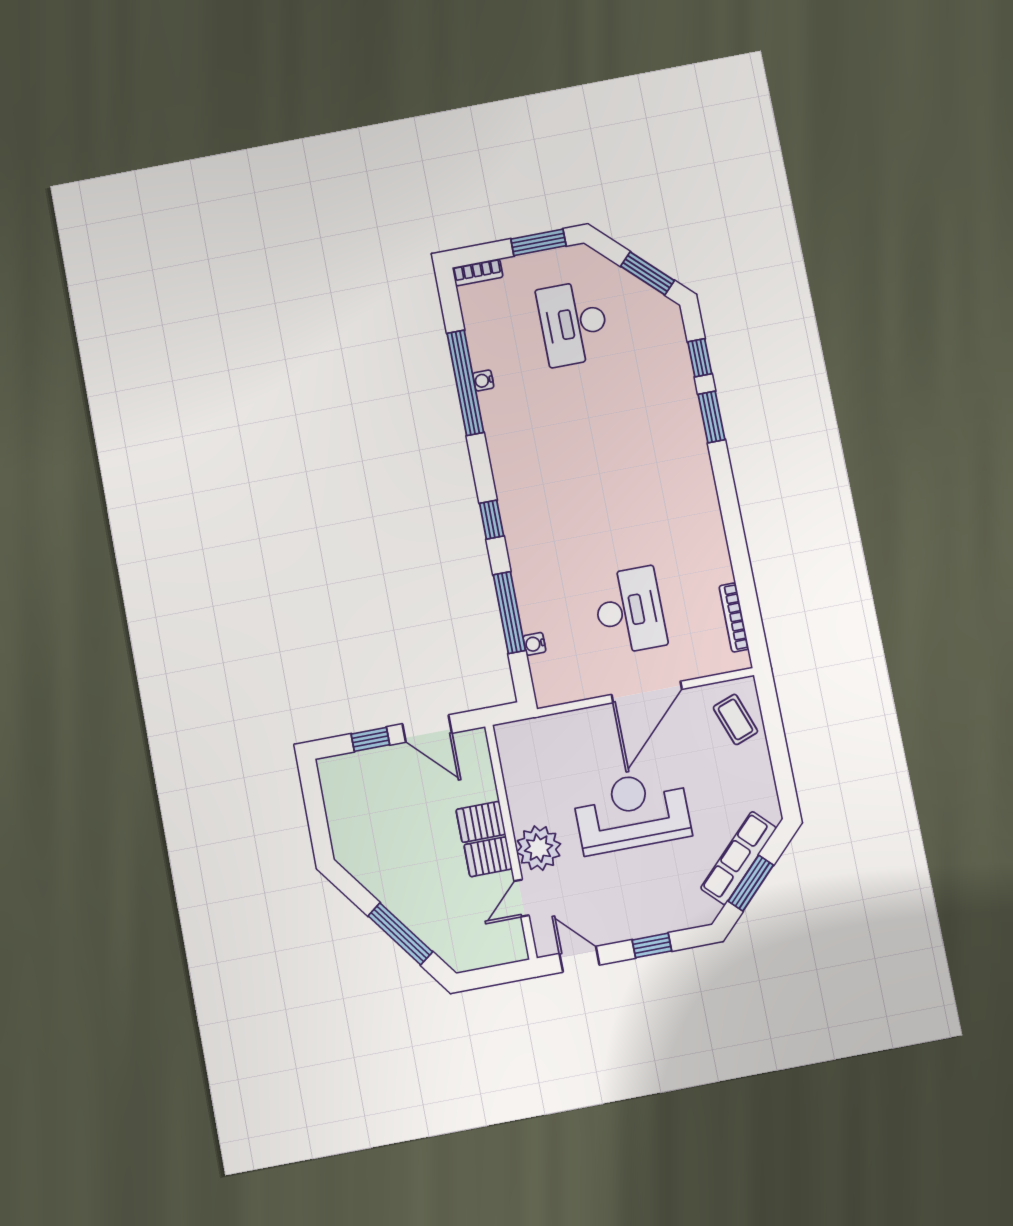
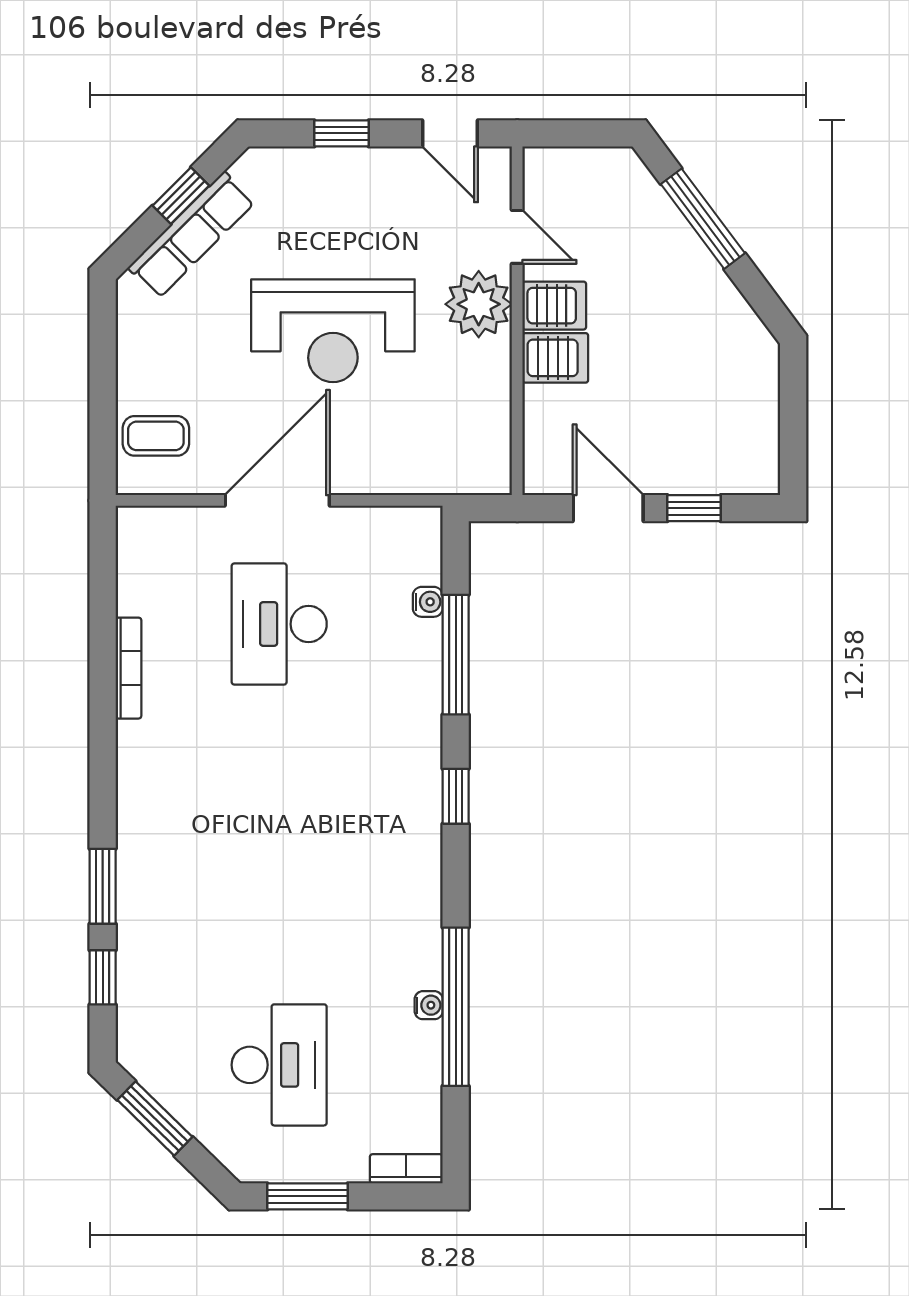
bookcase: (734, 617) -> (128, 668), moved
coffee table: (735, 719) -> (156, 436), turned -70
window: (751, 883) -> (181, 196), width x0.67
door: (522, 898) -> (517, 237), hinge flipped

